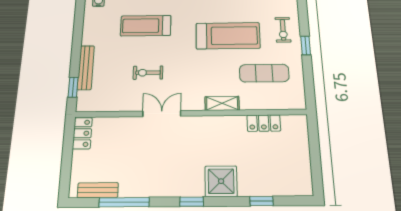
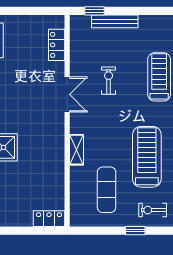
treadmill: (228, 36) -> (147, 157), turned 180
locker: (264, 123) -> (49, 219), moved, turned 90
locker: (82, 133) -> (57, 45), moved, turned 90

